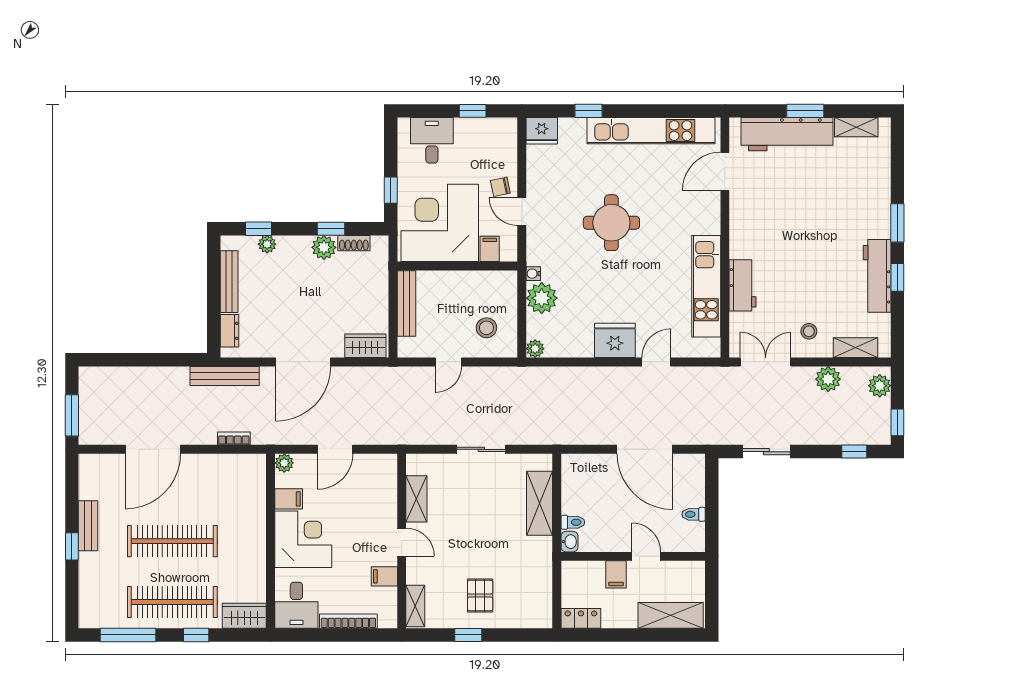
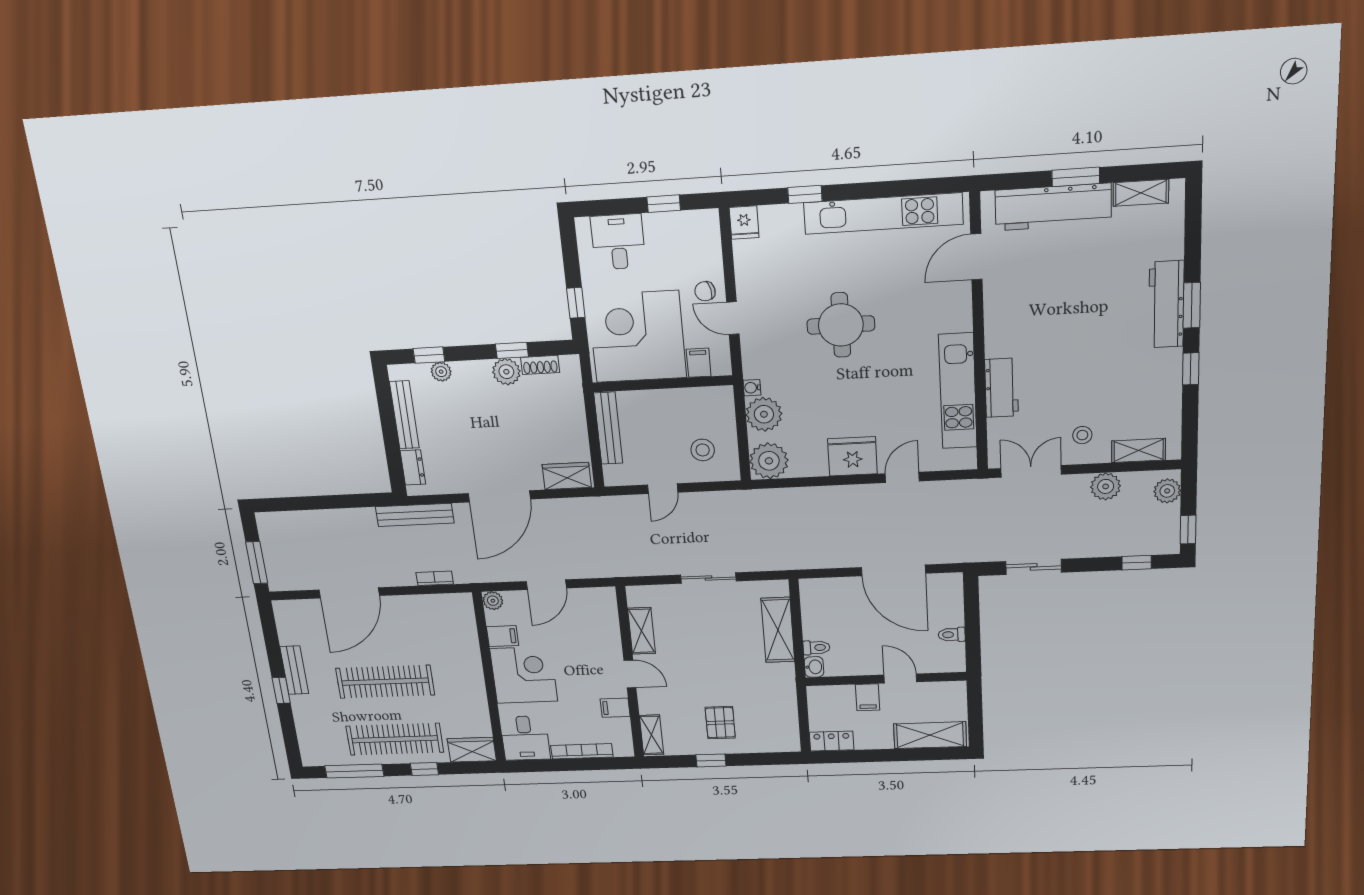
fridge: (542, 131) -> (744, 223), width x0.72
workbench: (877, 276) -> (1166, 304), moved
plant: (535, 349) -> (769, 461), width x1.87, depth x1.87

